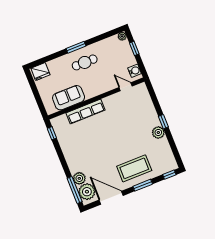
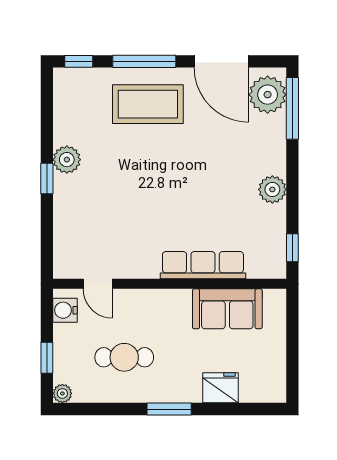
cafe table: (85, 62) -> (124, 357), moved
fridge: (40, 71) -> (220, 388), moved
plant: (79, 178) -> (272, 189), moved
window: (143, 185) -> (144, 61), width x1.44

